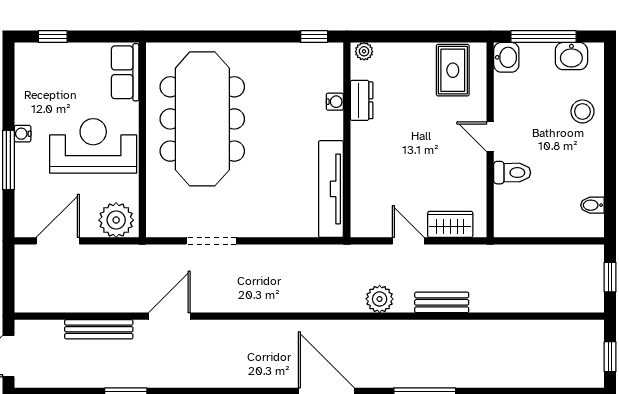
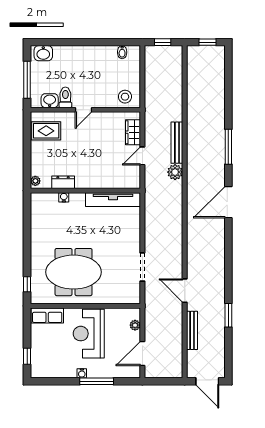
window: (314, 37) -> (27, 284), moved
washbasin: (571, 56) -> (43, 53), moved, turned 90
washbasin: (506, 57) -> (50, 101), moved
stool: (582, 111) -> (125, 97), moved
meeting table: (202, 119) -> (74, 272), width x0.73
toilet: (512, 173) -> (65, 97), moved
plant: (116, 220) -> (135, 325), width x0.53, depth x0.53
door: (58, 241) -> (142, 353), hinge flipped
bench: (442, 302) -> (177, 143), width x1.36

